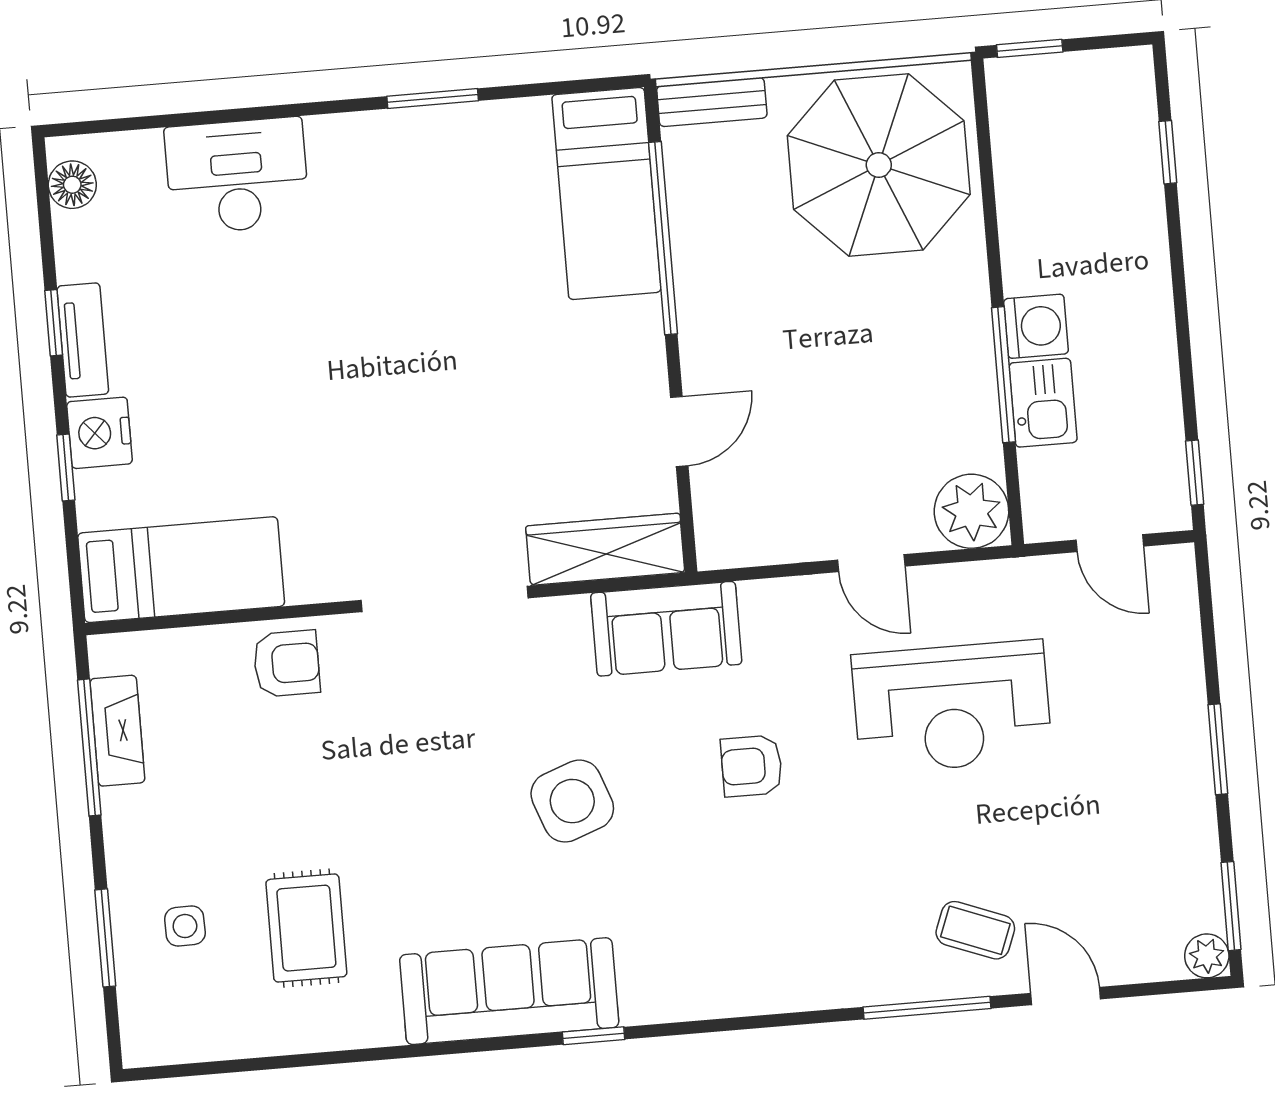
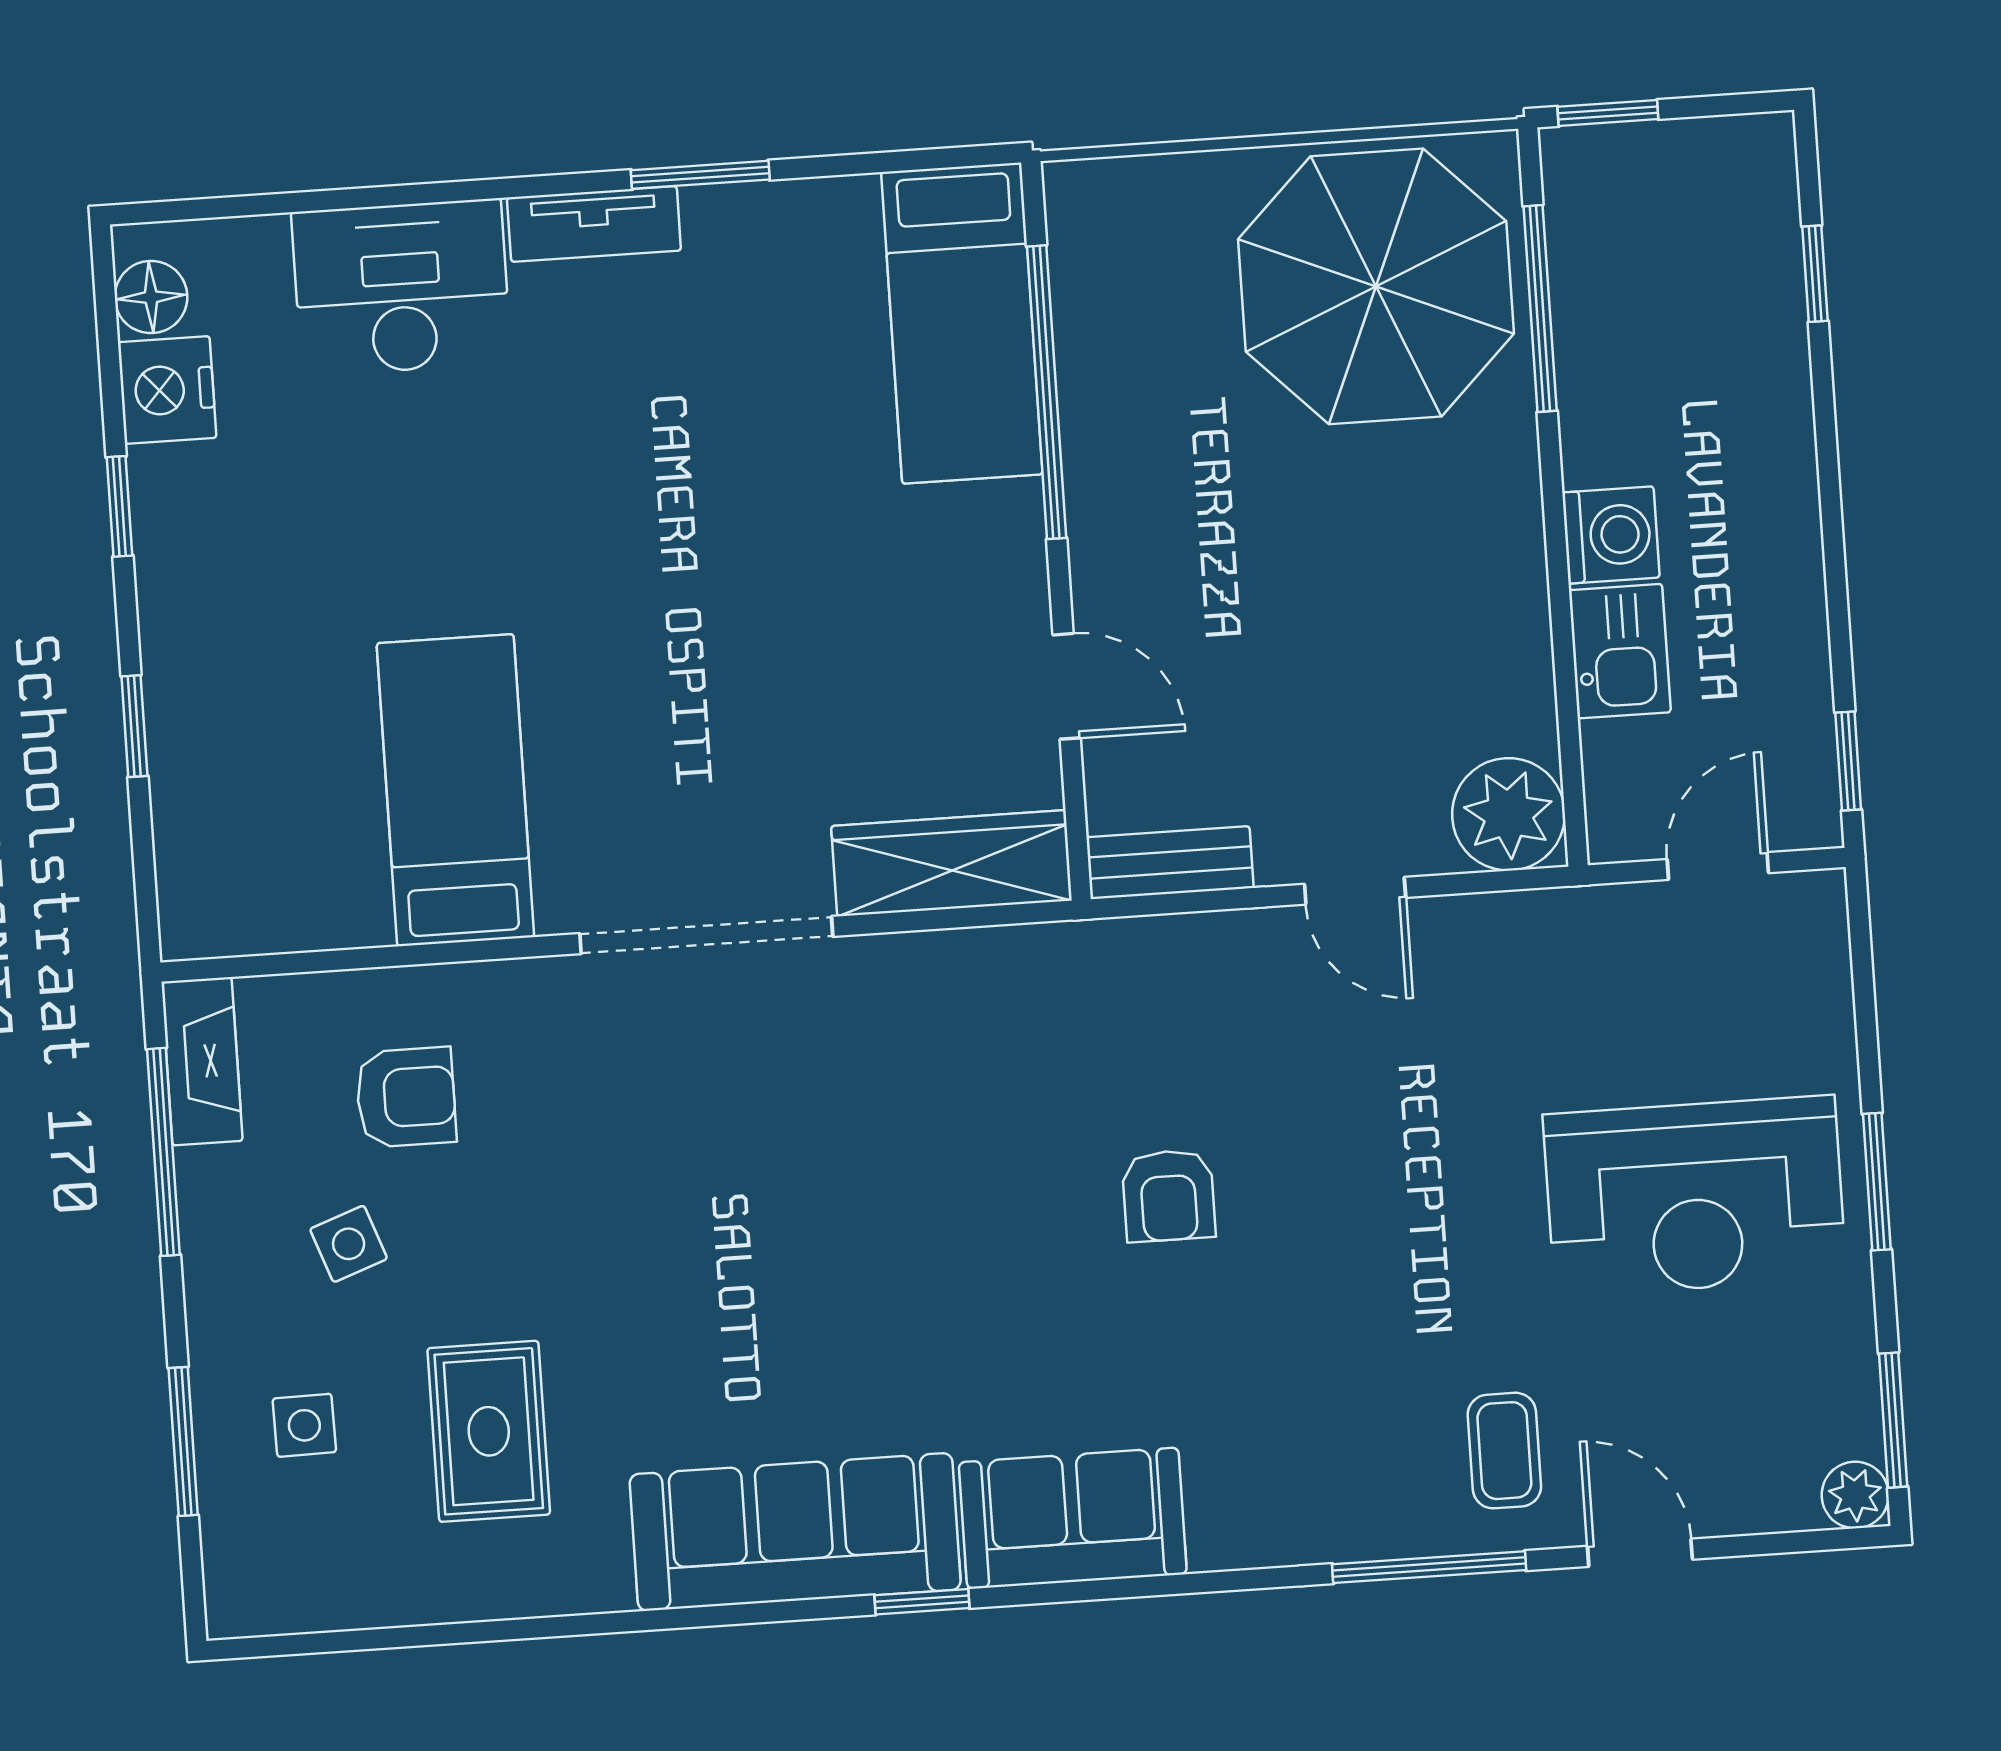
bench: (712, 102) -> (1170, 863), moved
tv unit: (83, 340) -> (594, 224), moved, turned 90
window: (1004, 375) -> (1540, 308), moved
door: (679, 432) -> (1067, 686), hinge flipped
nightstand: (100, 433) -> (167, 390), moved
door: (1110, 543) -> (1718, 866), swing flipped
bed: (181, 570) -> (455, 790), moved, turned -90
sofa: (666, 629) -> (1073, 1518), moved, turned 180
armchair: (287, 664) -> (406, 1097), moved
reception desk: (952, 707) -> (1695, 1196), moved
fireplace: (117, 731) -> (202, 1061), moved
armchair: (752, 766) -> (1169, 1196), turned -90
side table: (572, 801) -> (349, 1244), moved, width x0.54, depth x0.54
coffee table: (975, 930) -> (1504, 1451), turned 69

